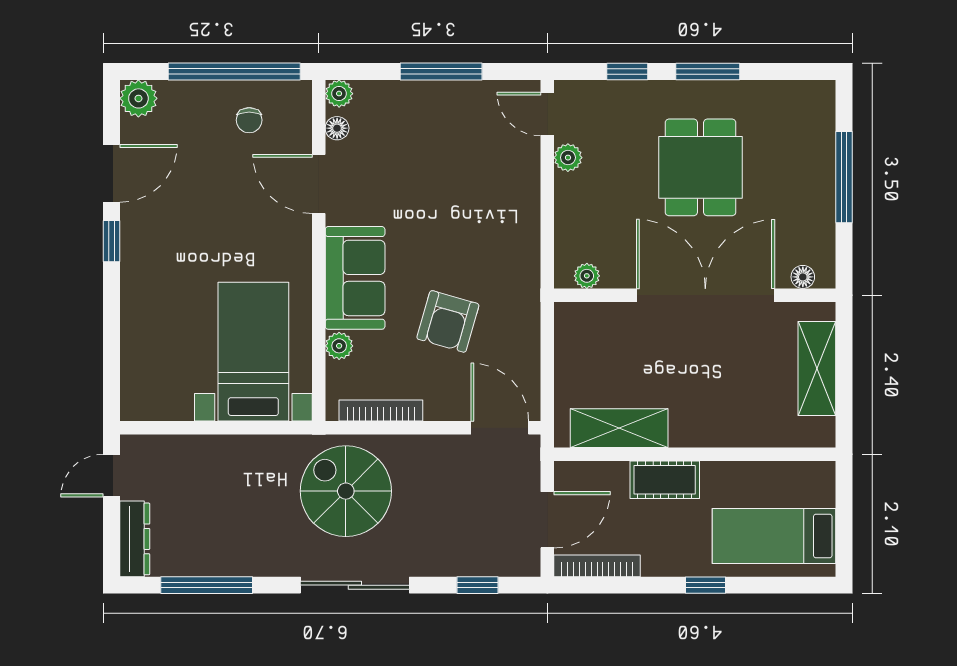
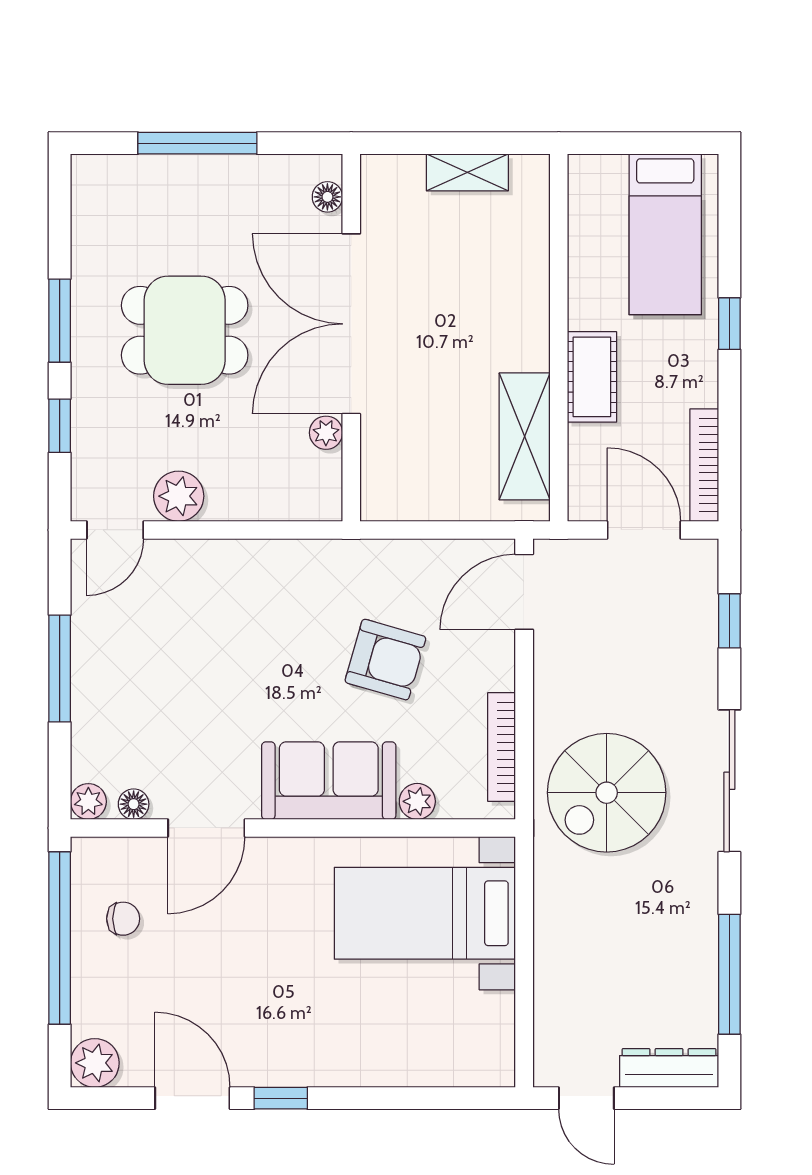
plant: (568, 158) -> (179, 496), width x1.38, depth x1.38
plant: (587, 276) -> (326, 433), moved
shelving: (817, 369) -> (467, 172), width x0.67, depth x0.75

